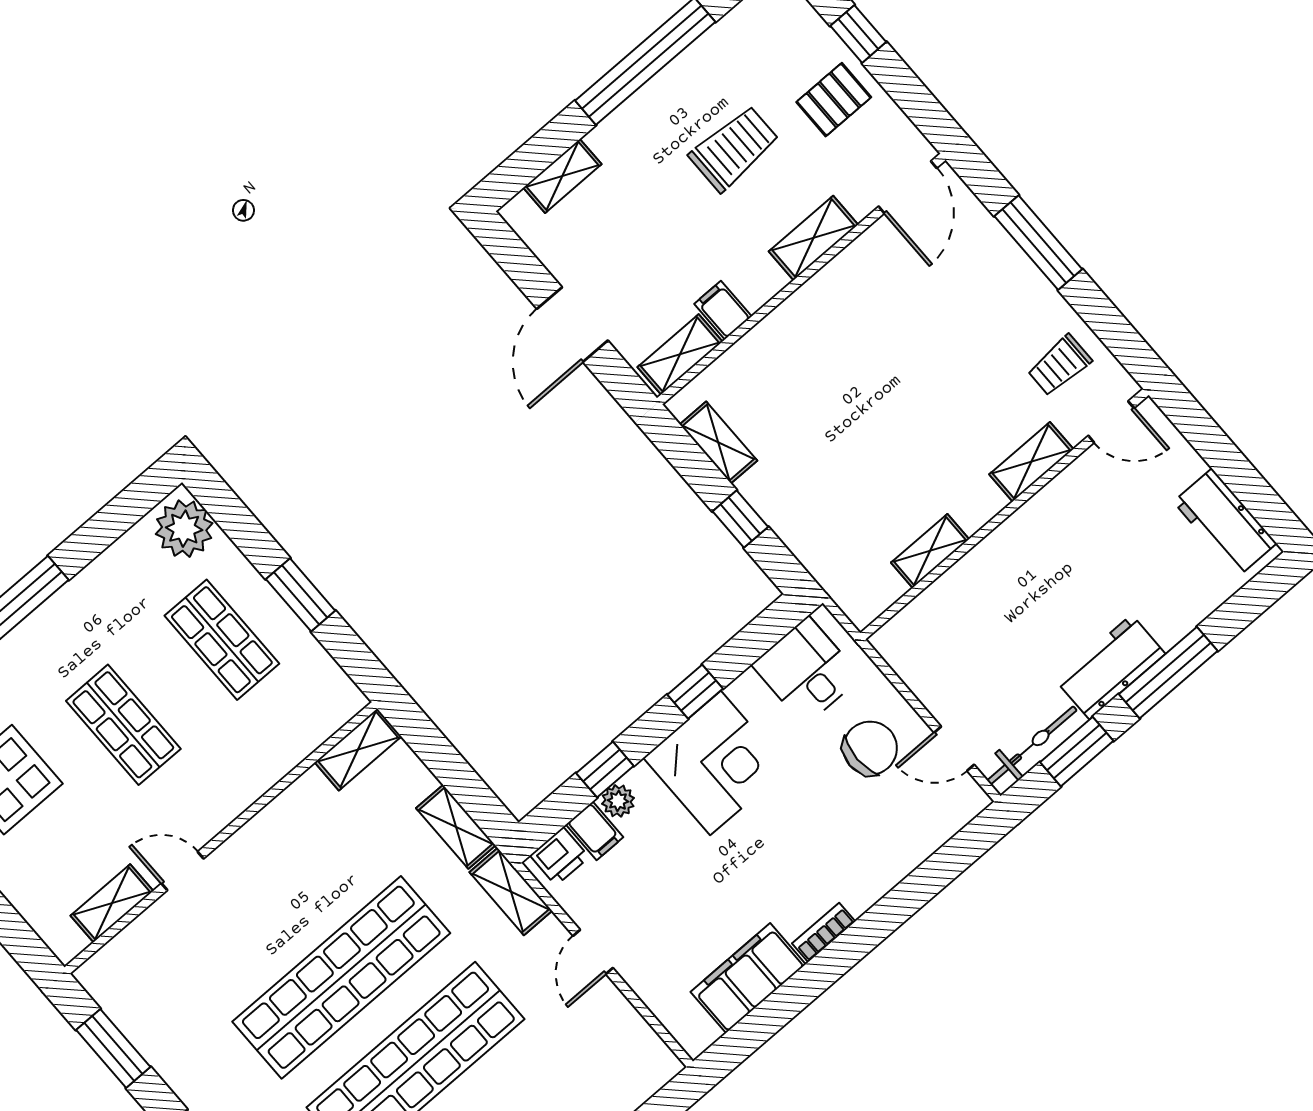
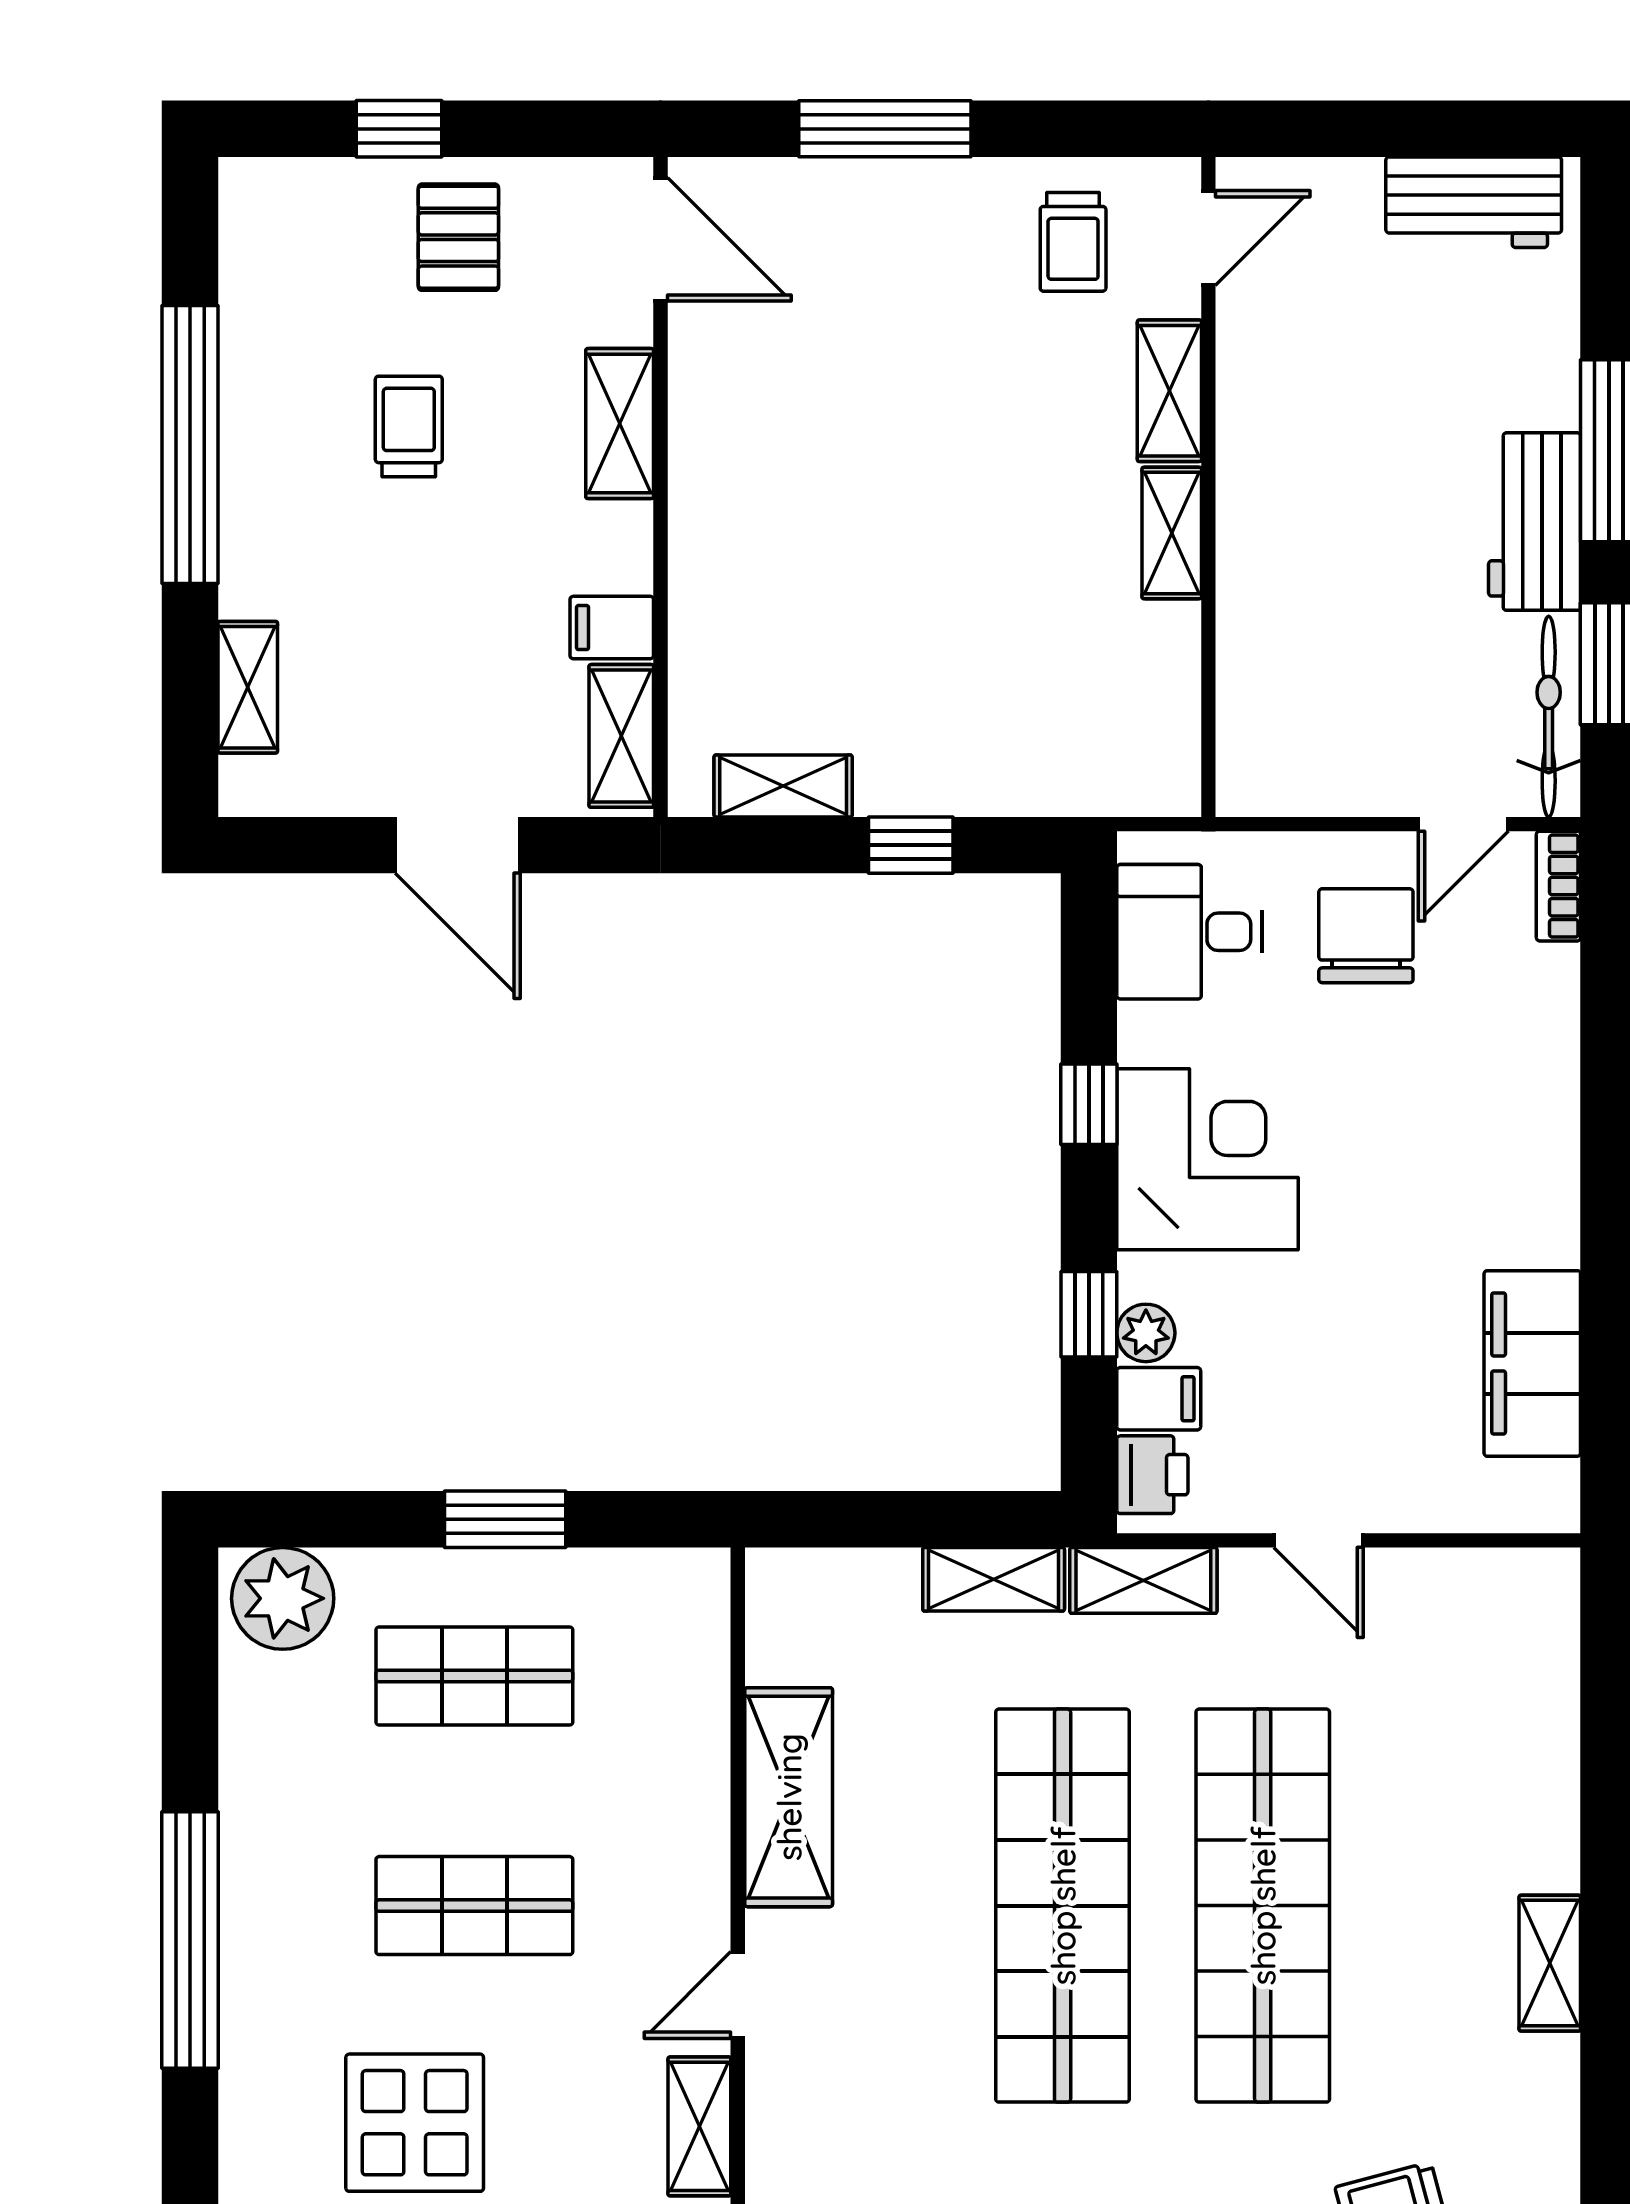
trolley: (734, 148) -> (409, 426), width x0.73, depth x0.72
shelving: (930, 551) -> (1172, 533), moved
shelving: (358, 749) -> (789, 1797), moved, width x1.50, depth x1.33
bookcase: (824, 932) -> (1558, 886), moved

